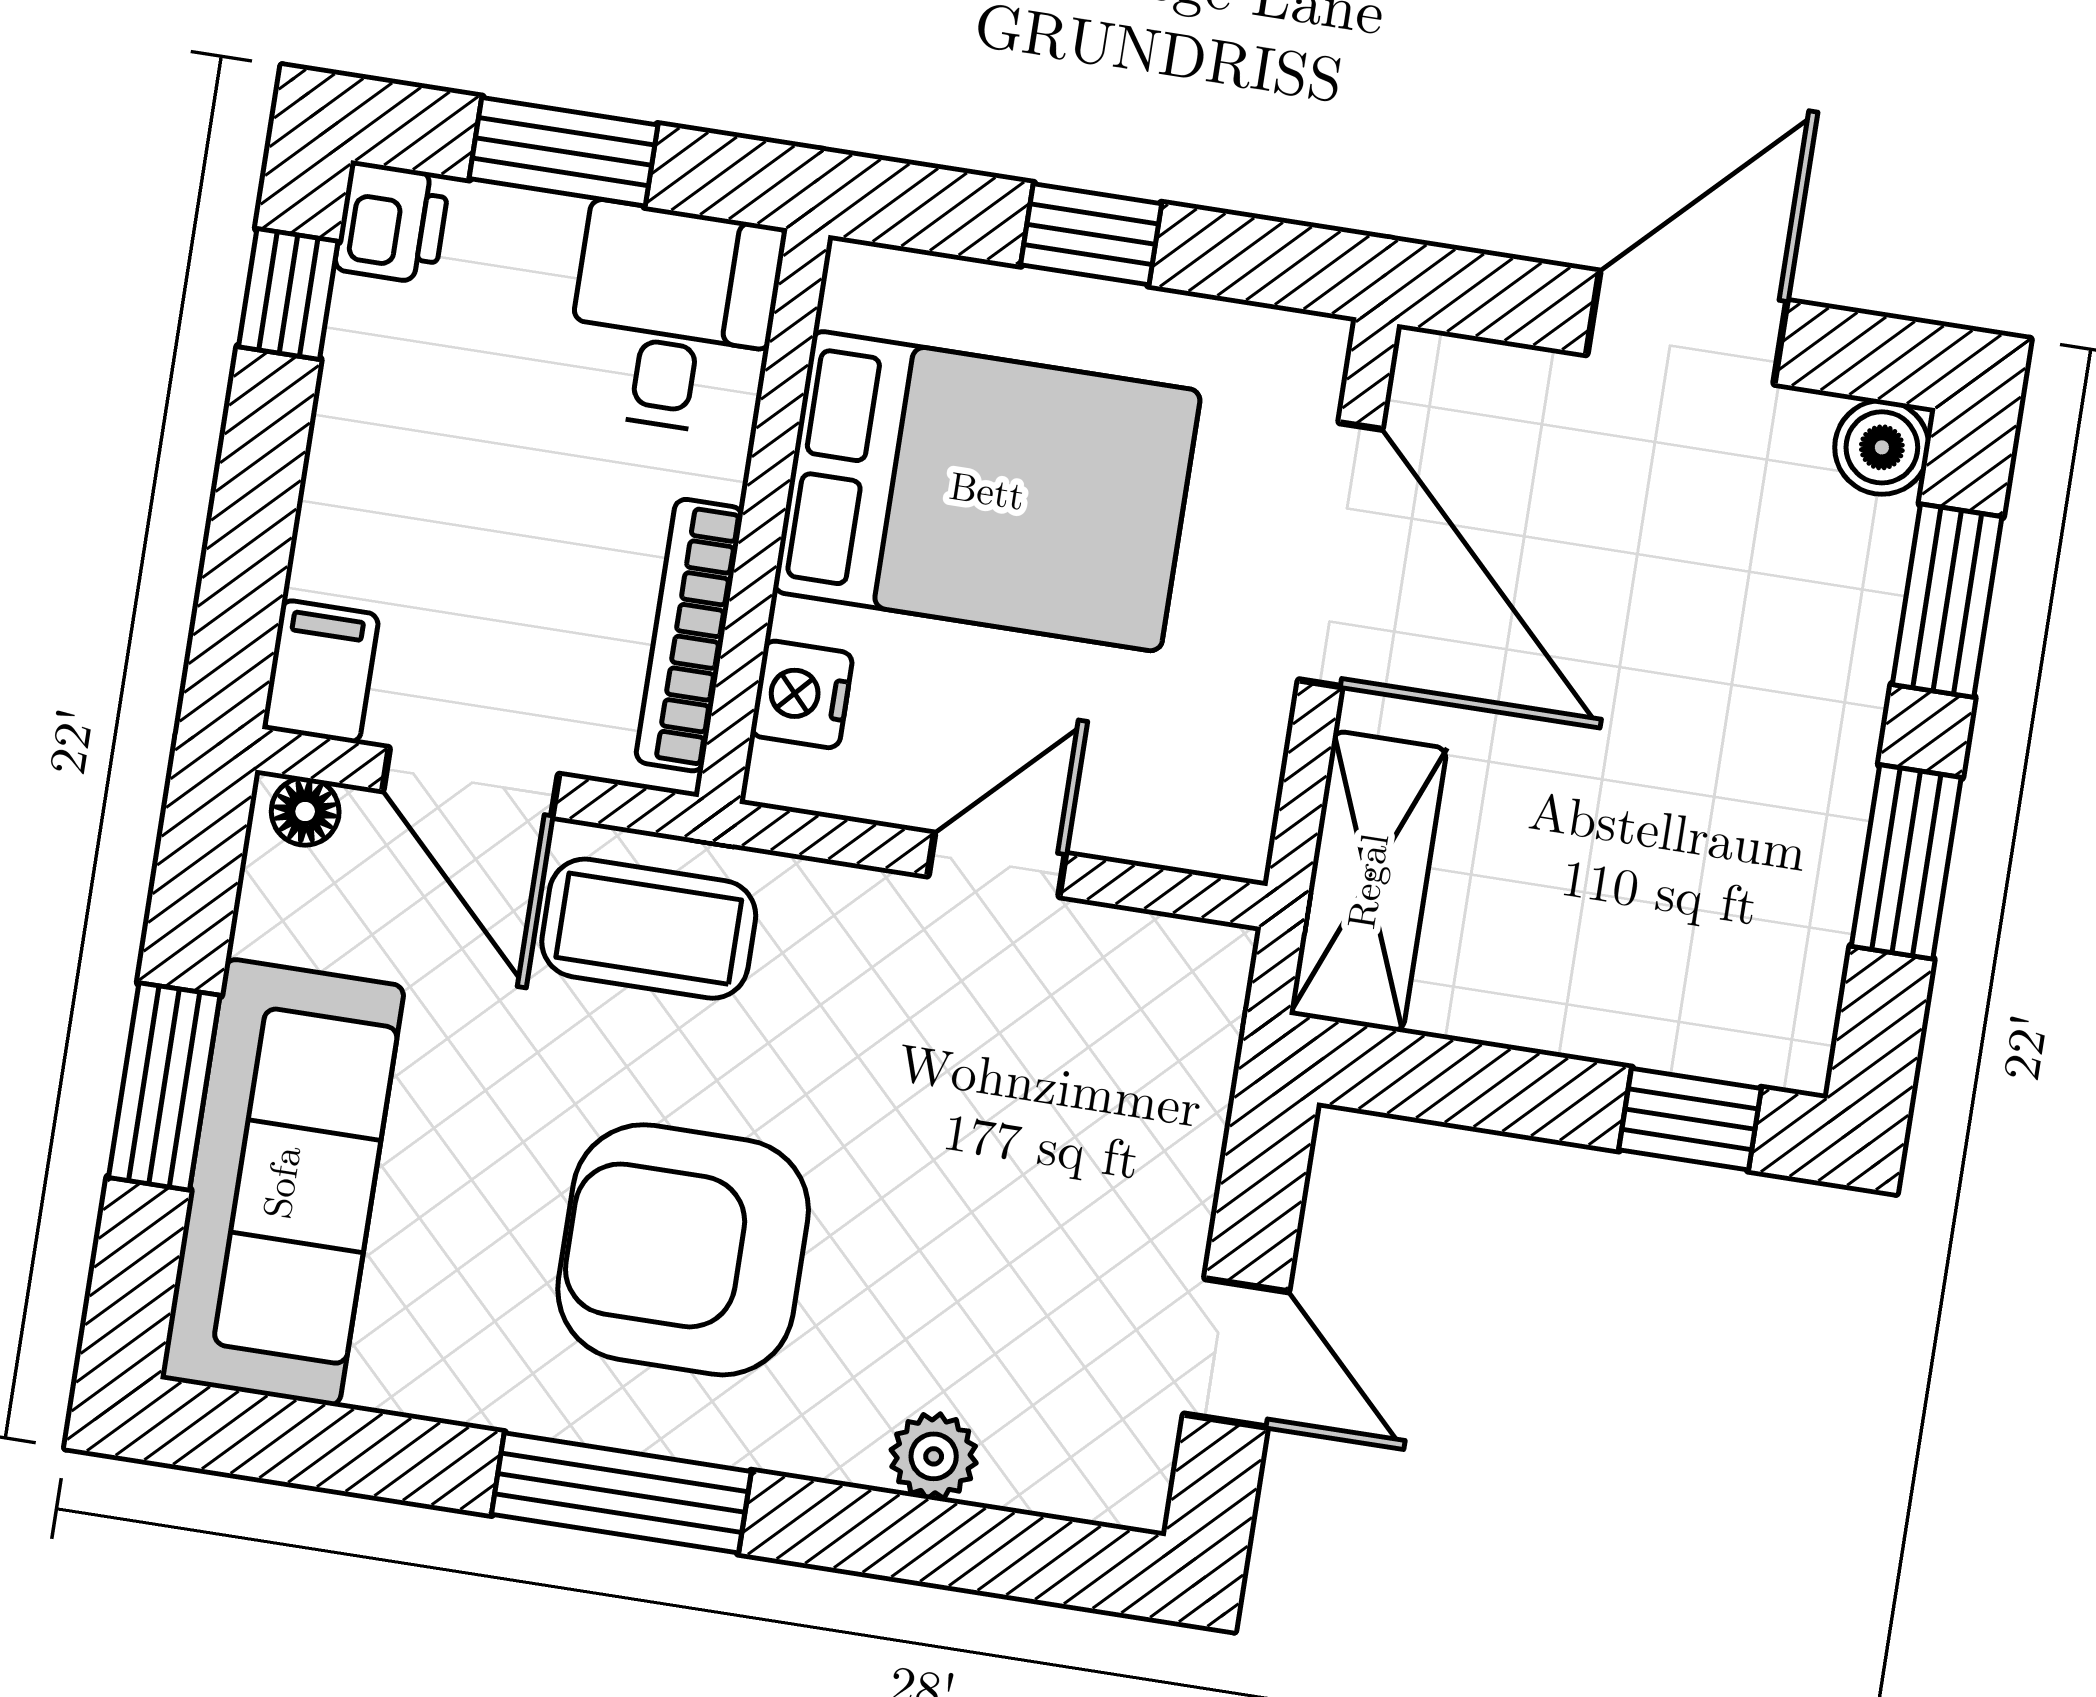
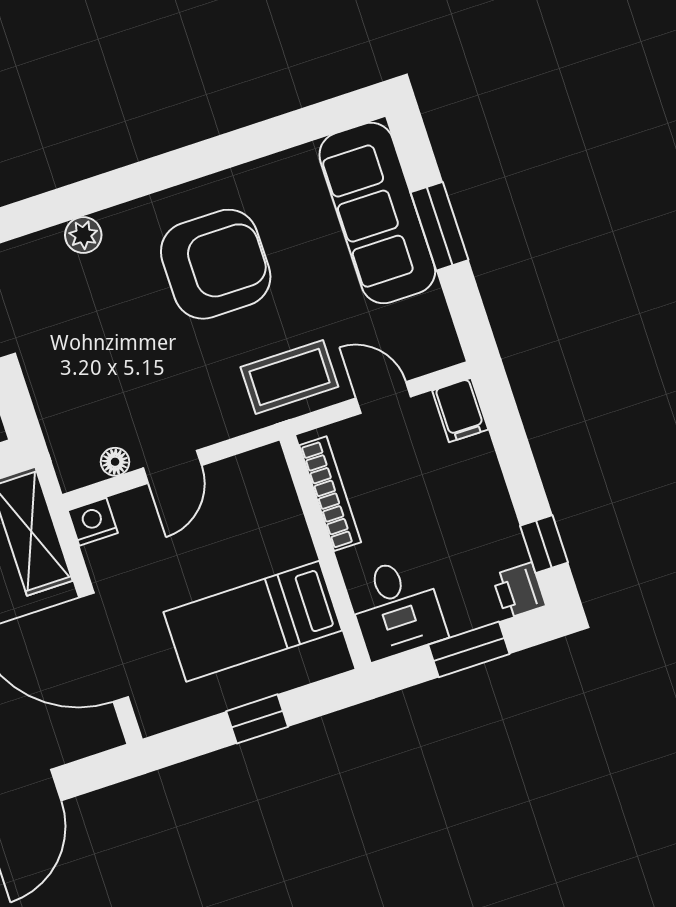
bed: (987, 491) -> (253, 621), width x0.67
nightstand: (802, 694) -> (93, 522), moved, turned -90
door: (471, 782) -> (383, 397), width x0.73
floor lamp: (305, 811) -> (115, 462), moved
window: (621, 1493) -> (192, 162), removed

